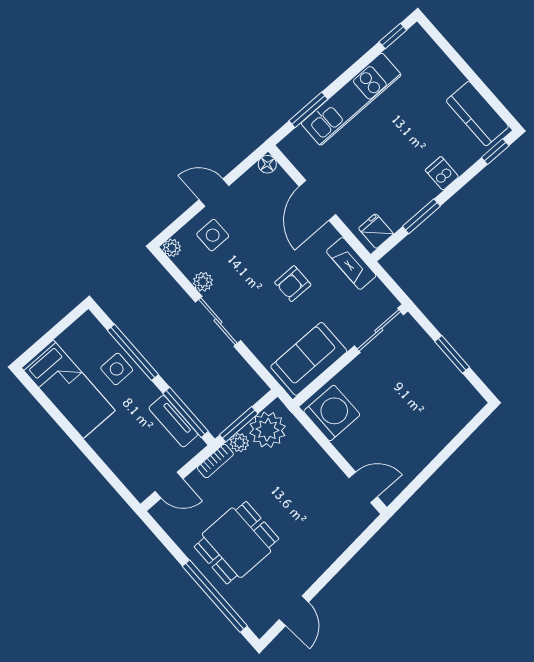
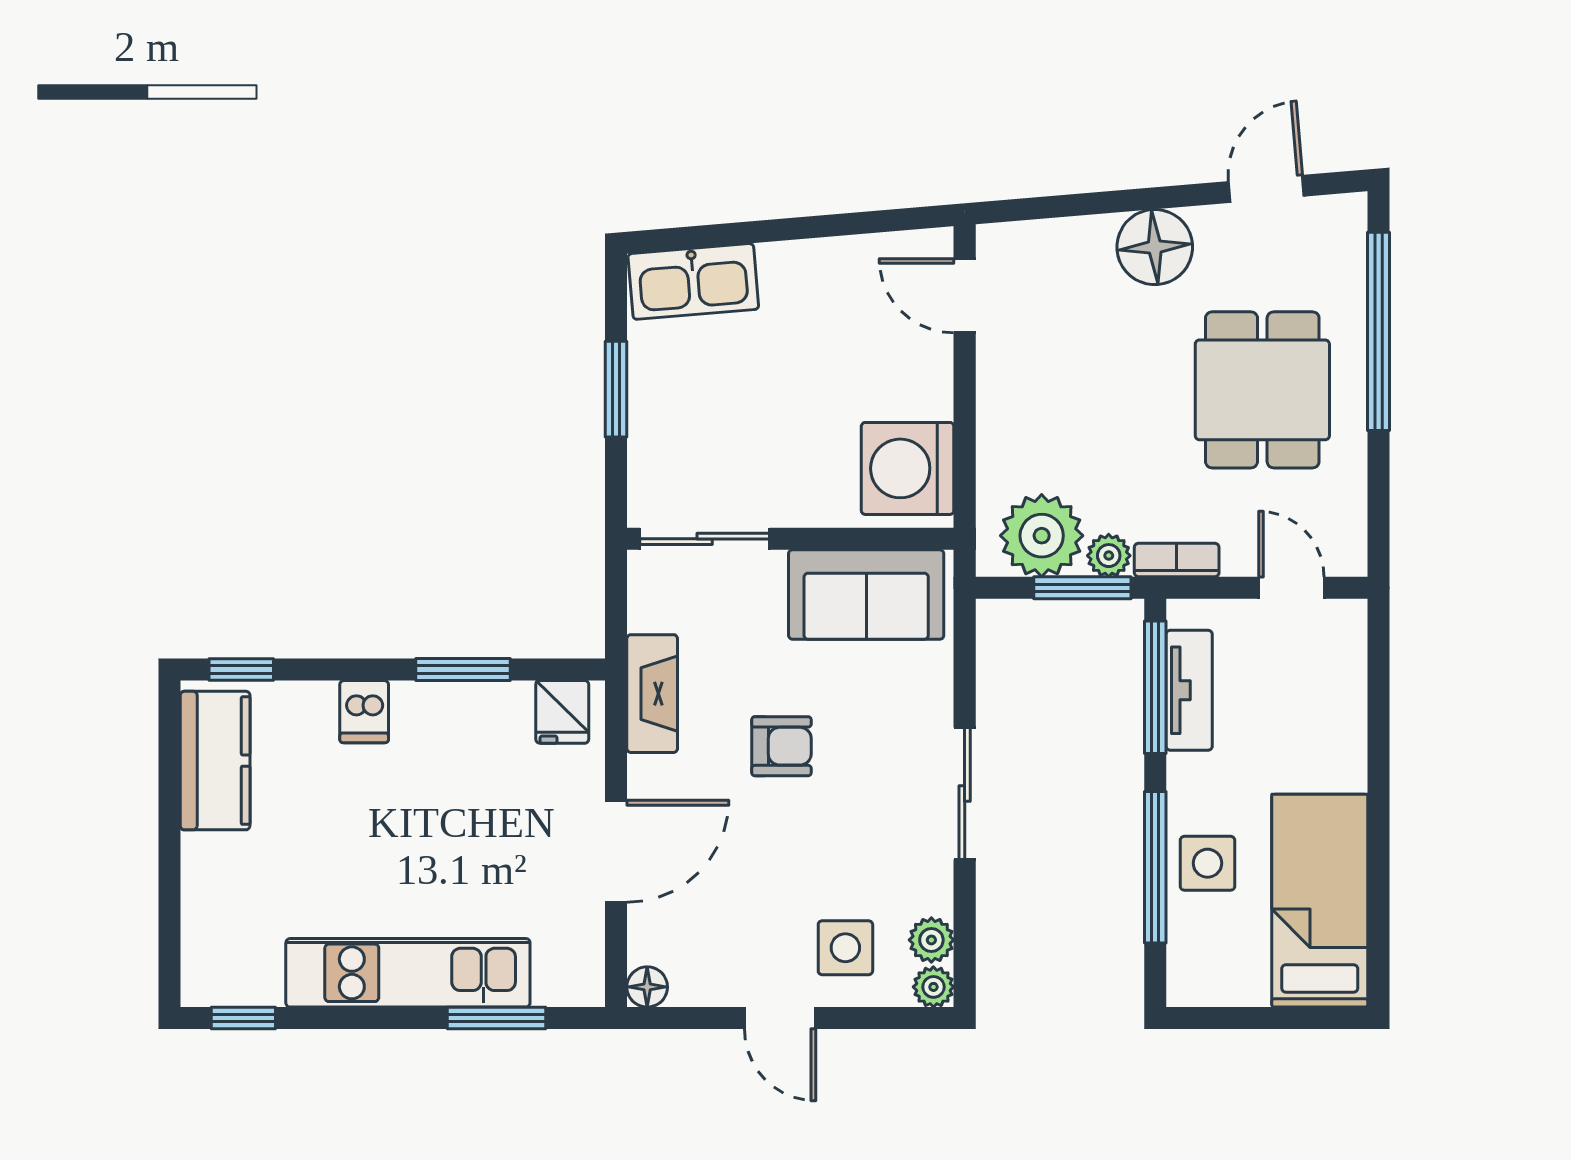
plant: (203, 282) -> (931, 940), moved
kitchen sink: (458, 413) -> (693, 281), added
dining table: (237, 543) -> (1262, 390), turned 90
floor lamp: (314, 559) -> (1155, 247), added

